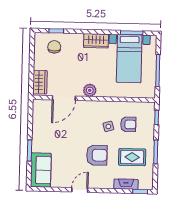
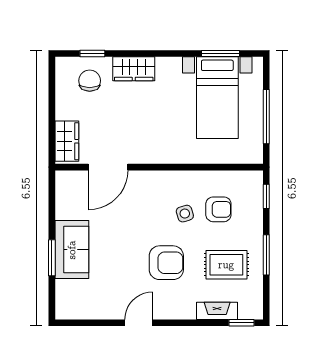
wardrobe: (96, 41) -> (134, 69), moved
plant: (90, 90) -> (152, 153), removed
sofa: (41, 170) -> (72, 250), moved

